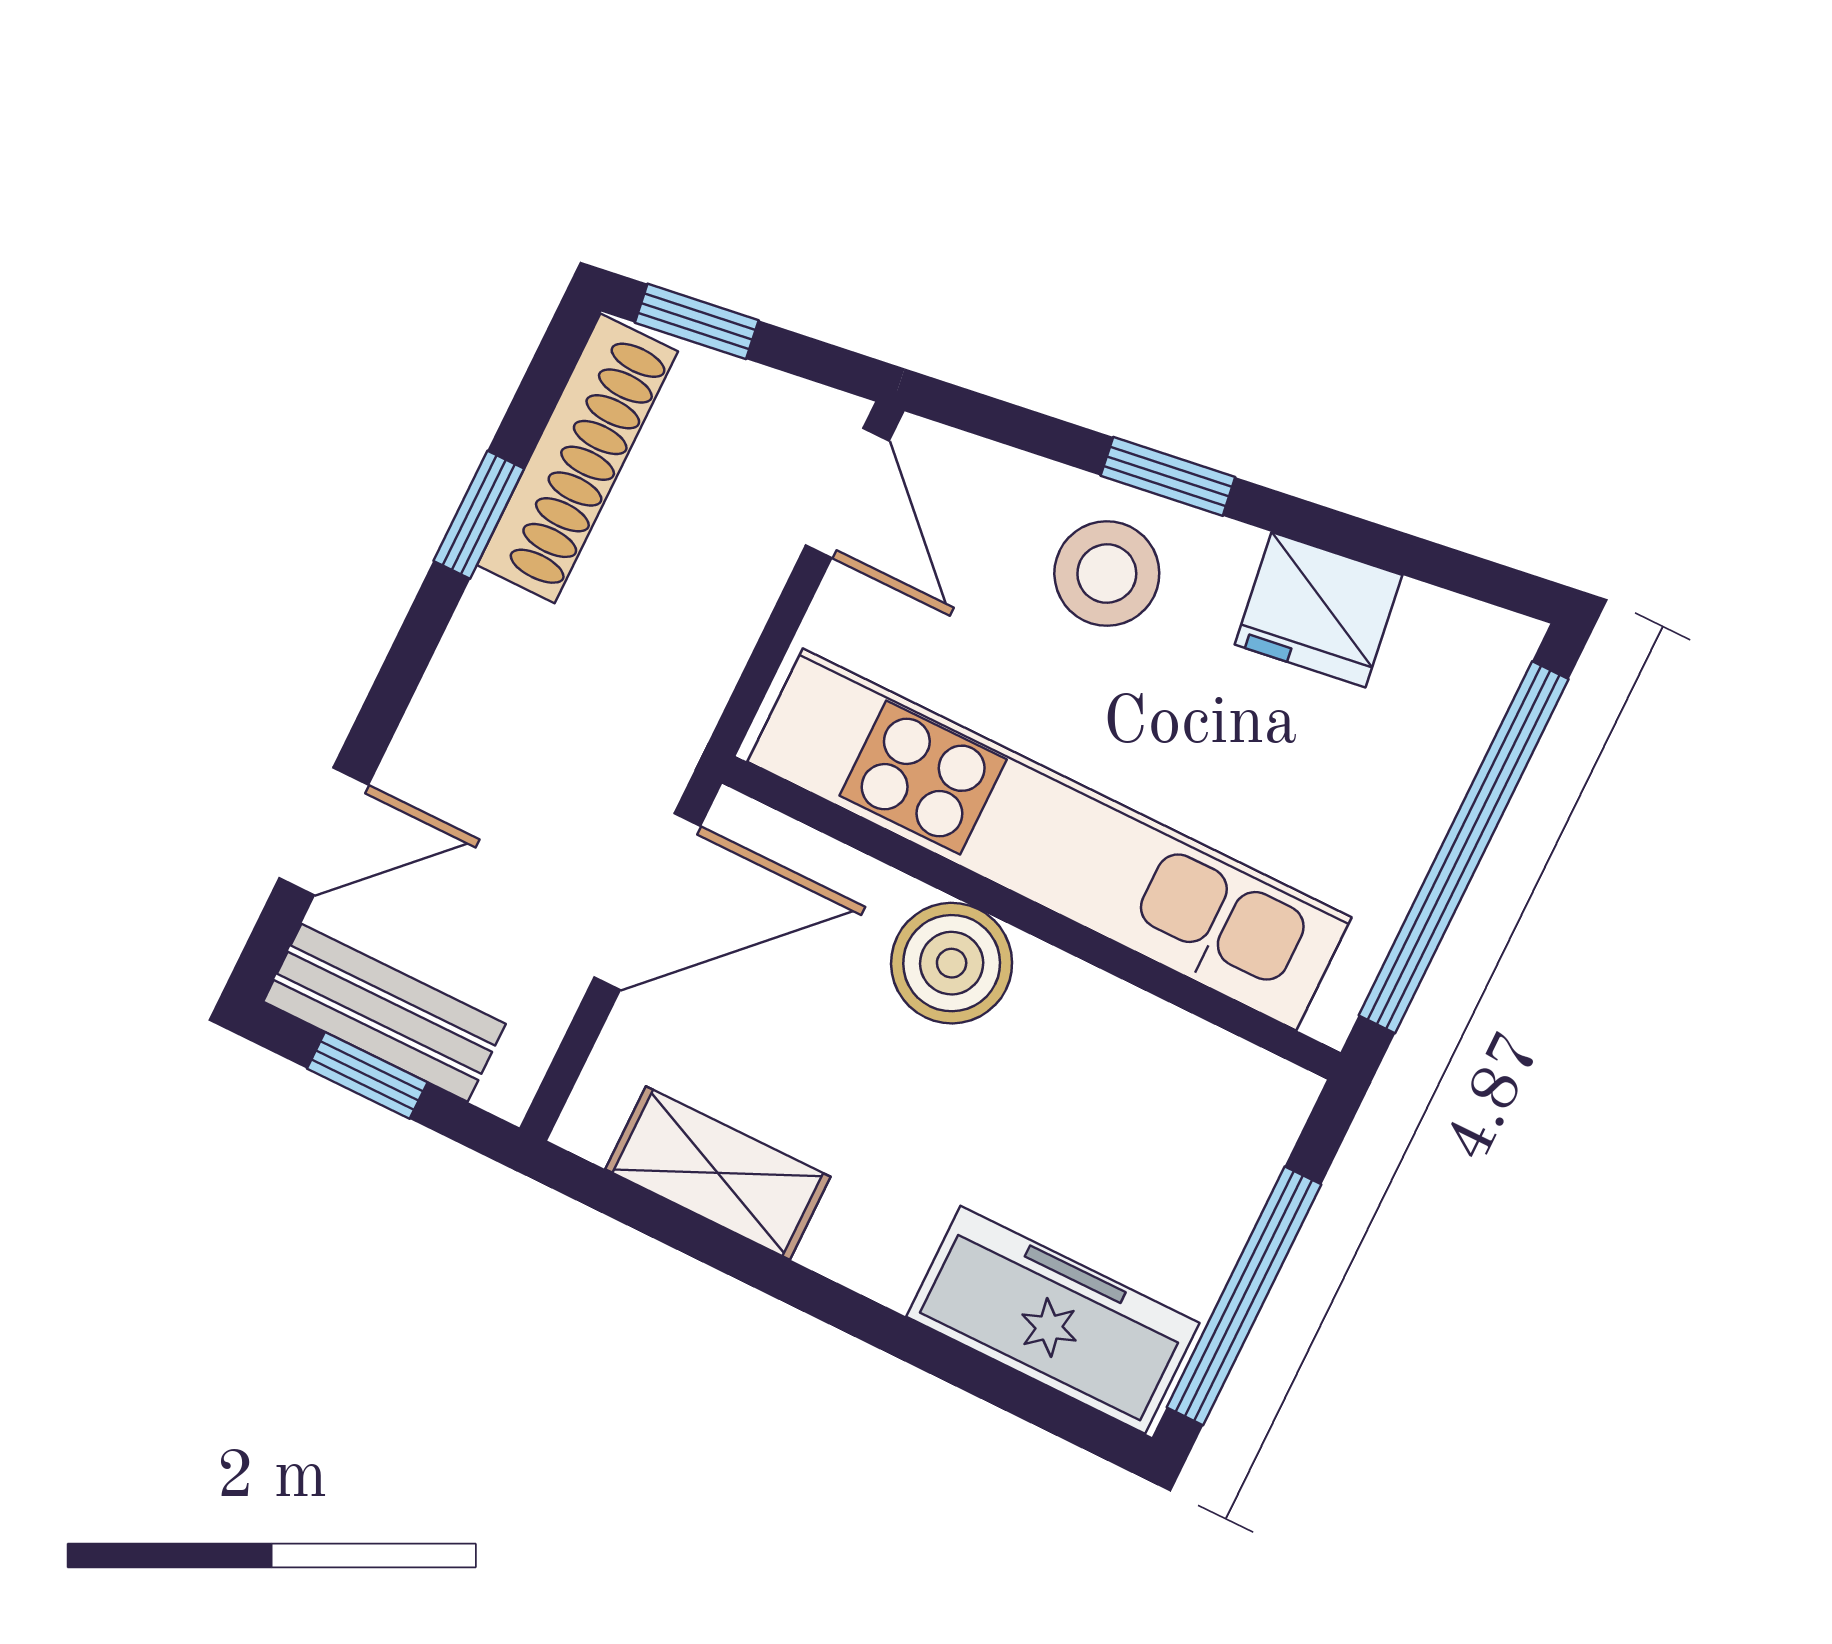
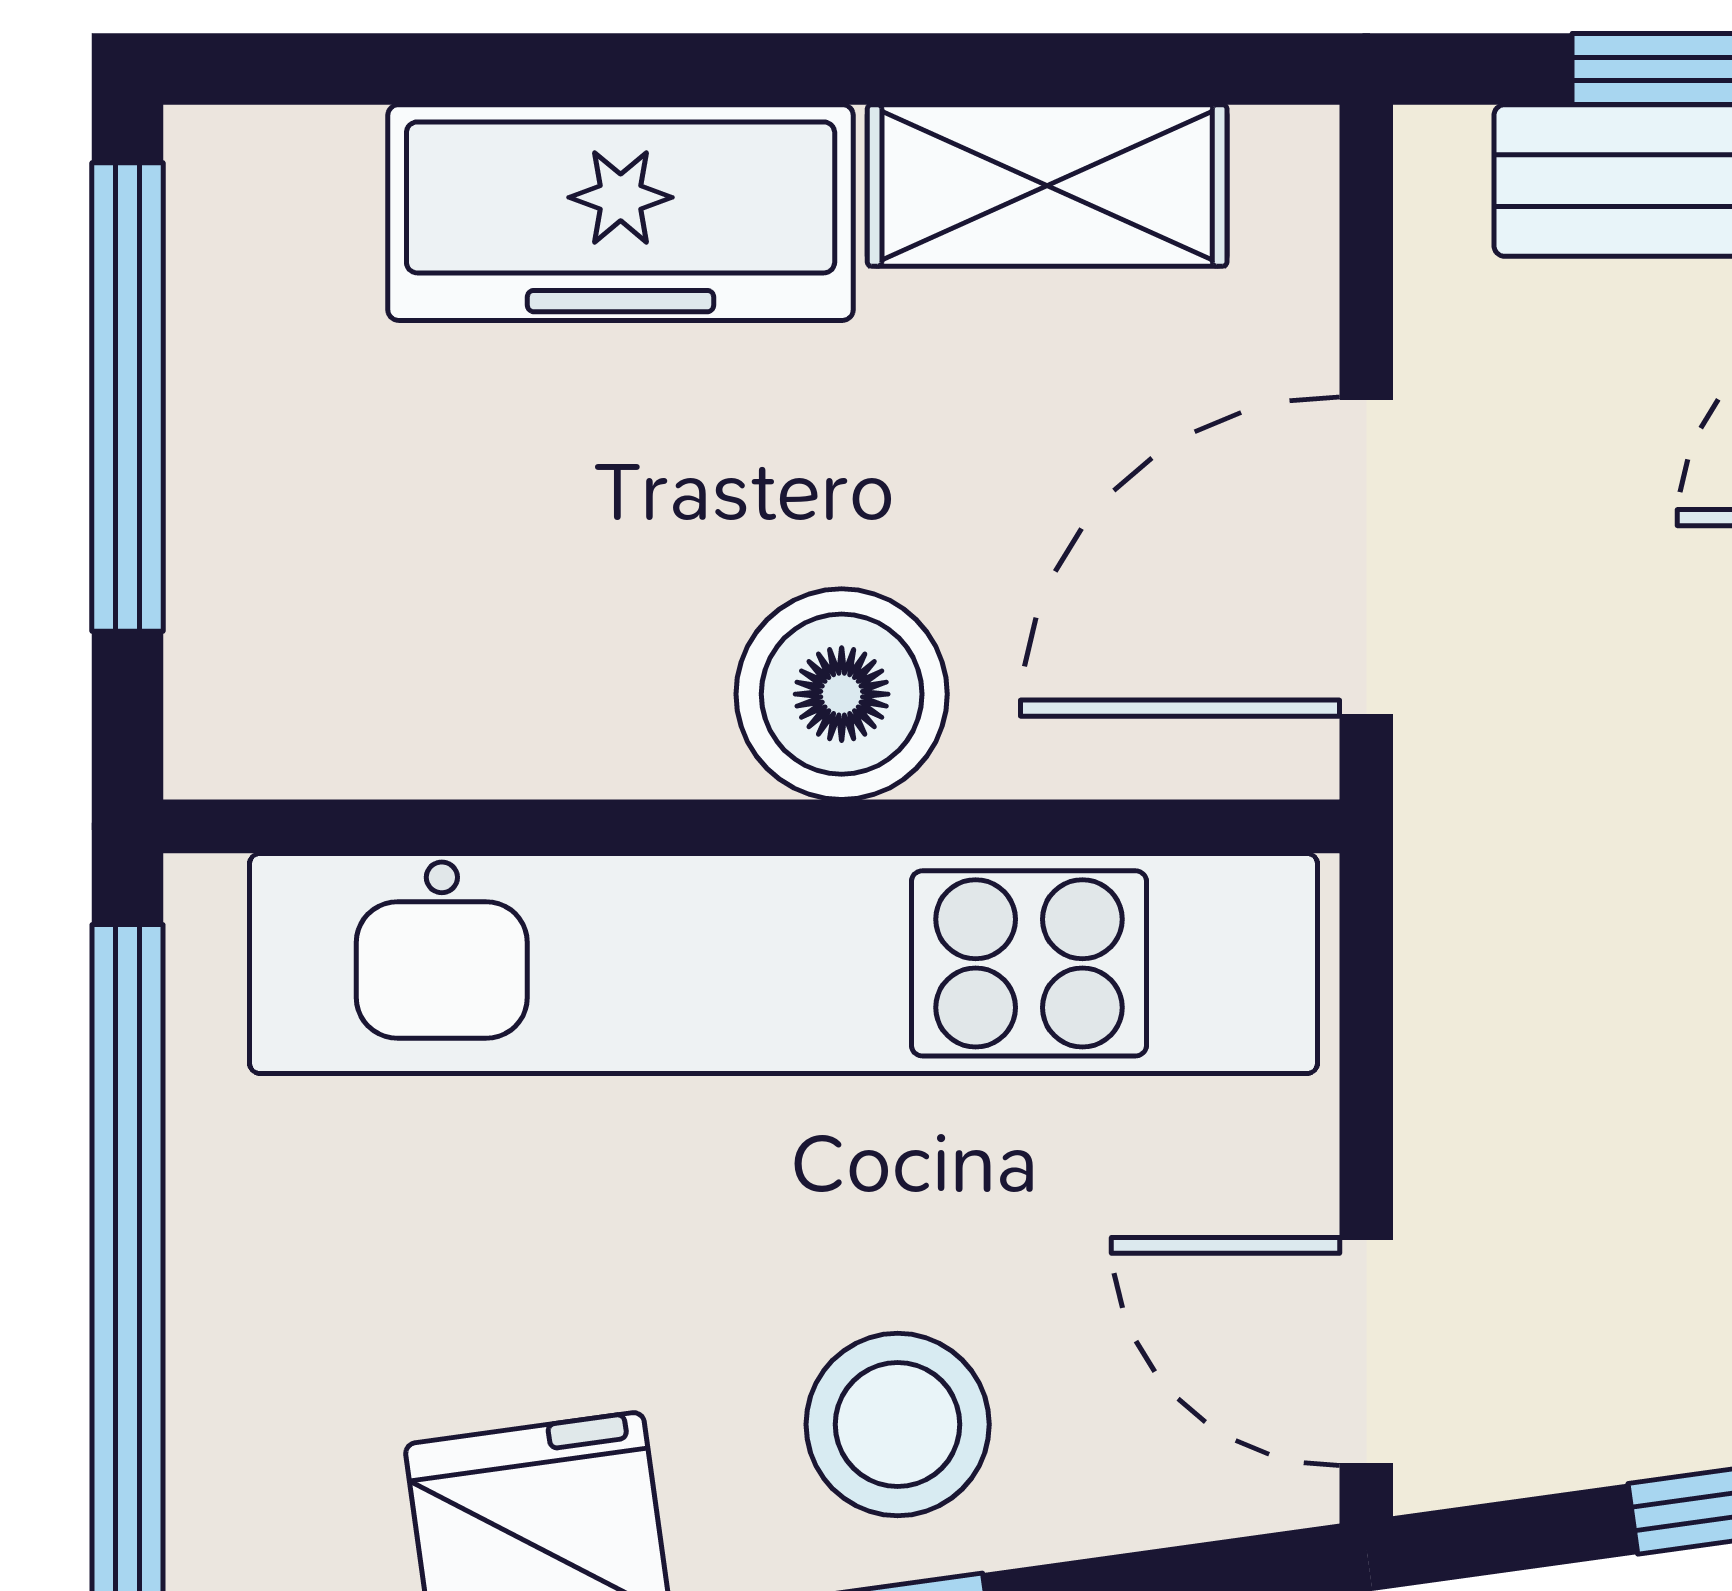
freezer: (1053, 1320) -> (621, 213), moved

